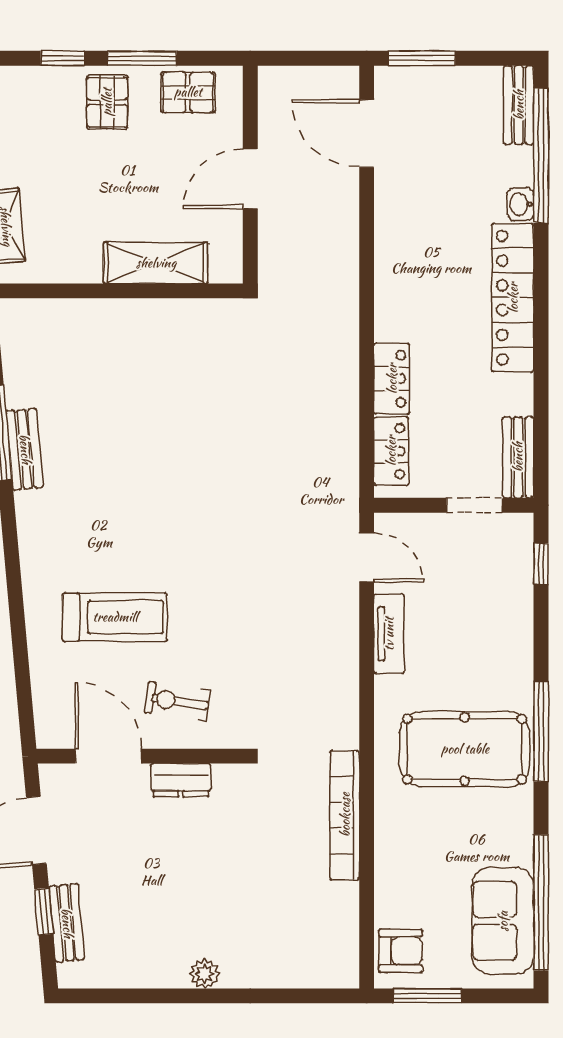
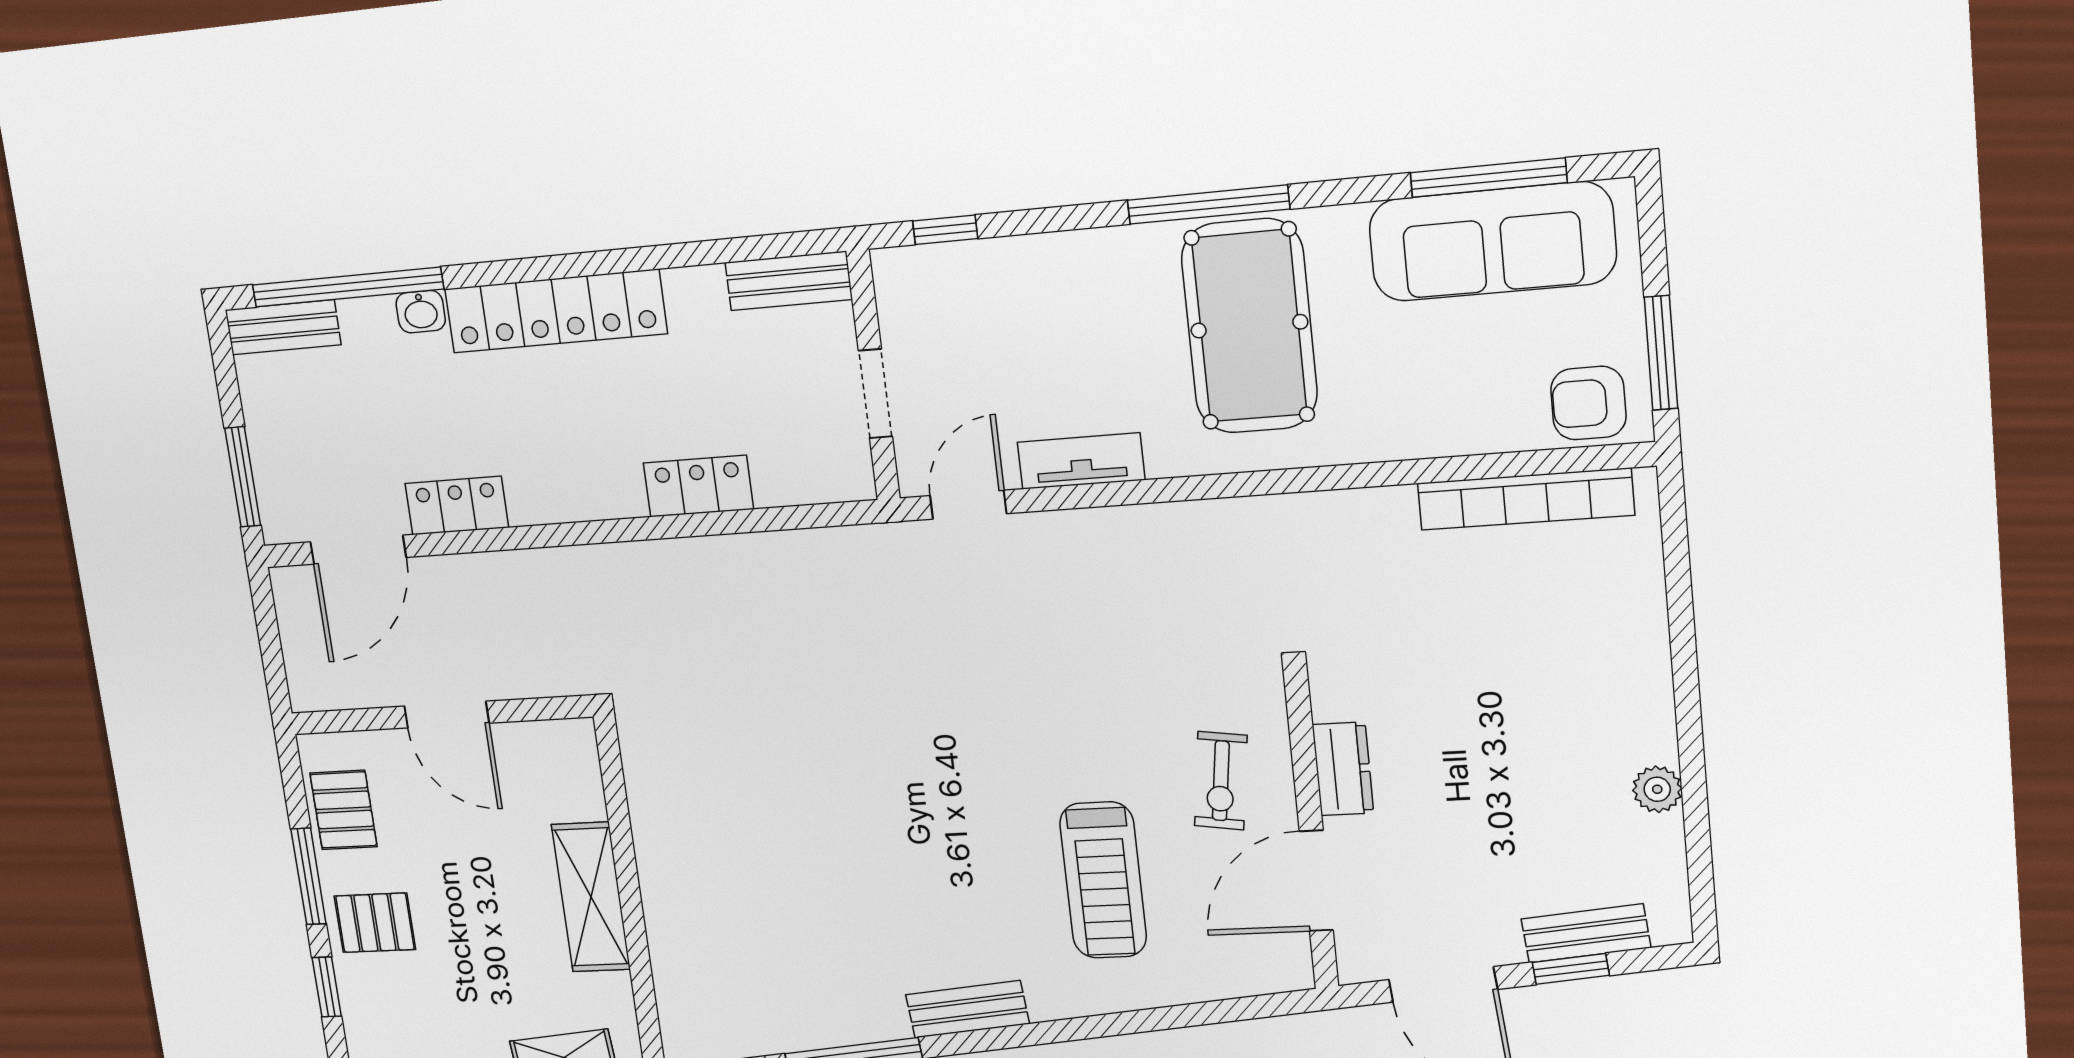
shelving: (156, 263) -> (591, 897), moved
bench: (25, 449) -> (967, 1009), moved
locker: (391, 451) -> (457, 505), moved
doorway: (474, 505) -> (875, 394), moved
treadmill: (115, 617) -> (1103, 880), turned 180
bookcase: (345, 815) -> (1525, 499), moved
window: (541, 903) -> (1488, 178), width x0.68
sofa: (503, 921) -> (1492, 242), width x1.36
armchair: (401, 951) -> (1588, 403), turned -90
plant: (205, 974) -> (1657, 789), moved

